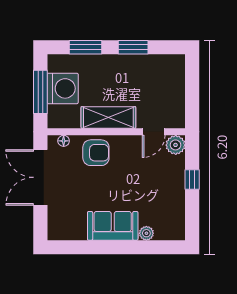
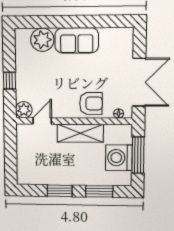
armchair: (96, 153) -> (91, 103), turned 180
plant: (146, 233) -> (42, 40), width x1.87, depth x1.87

